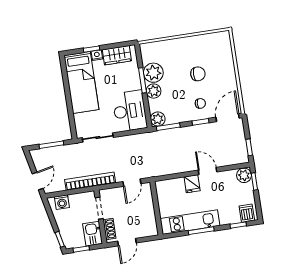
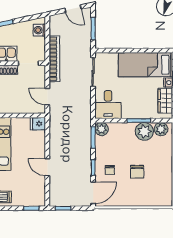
plant: (154, 91) -> (161, 129), moved
desk: (130, 111) -> (108, 105), width x0.73
door: (228, 118) -> (93, 193), hinge flipped
door: (208, 171) -> (47, 167), swing flipped
plant: (244, 175) -> (38, 200), removed
door: (38, 181) -> (73, 9), moved
fridge: (192, 184) -> (38, 124), moved

